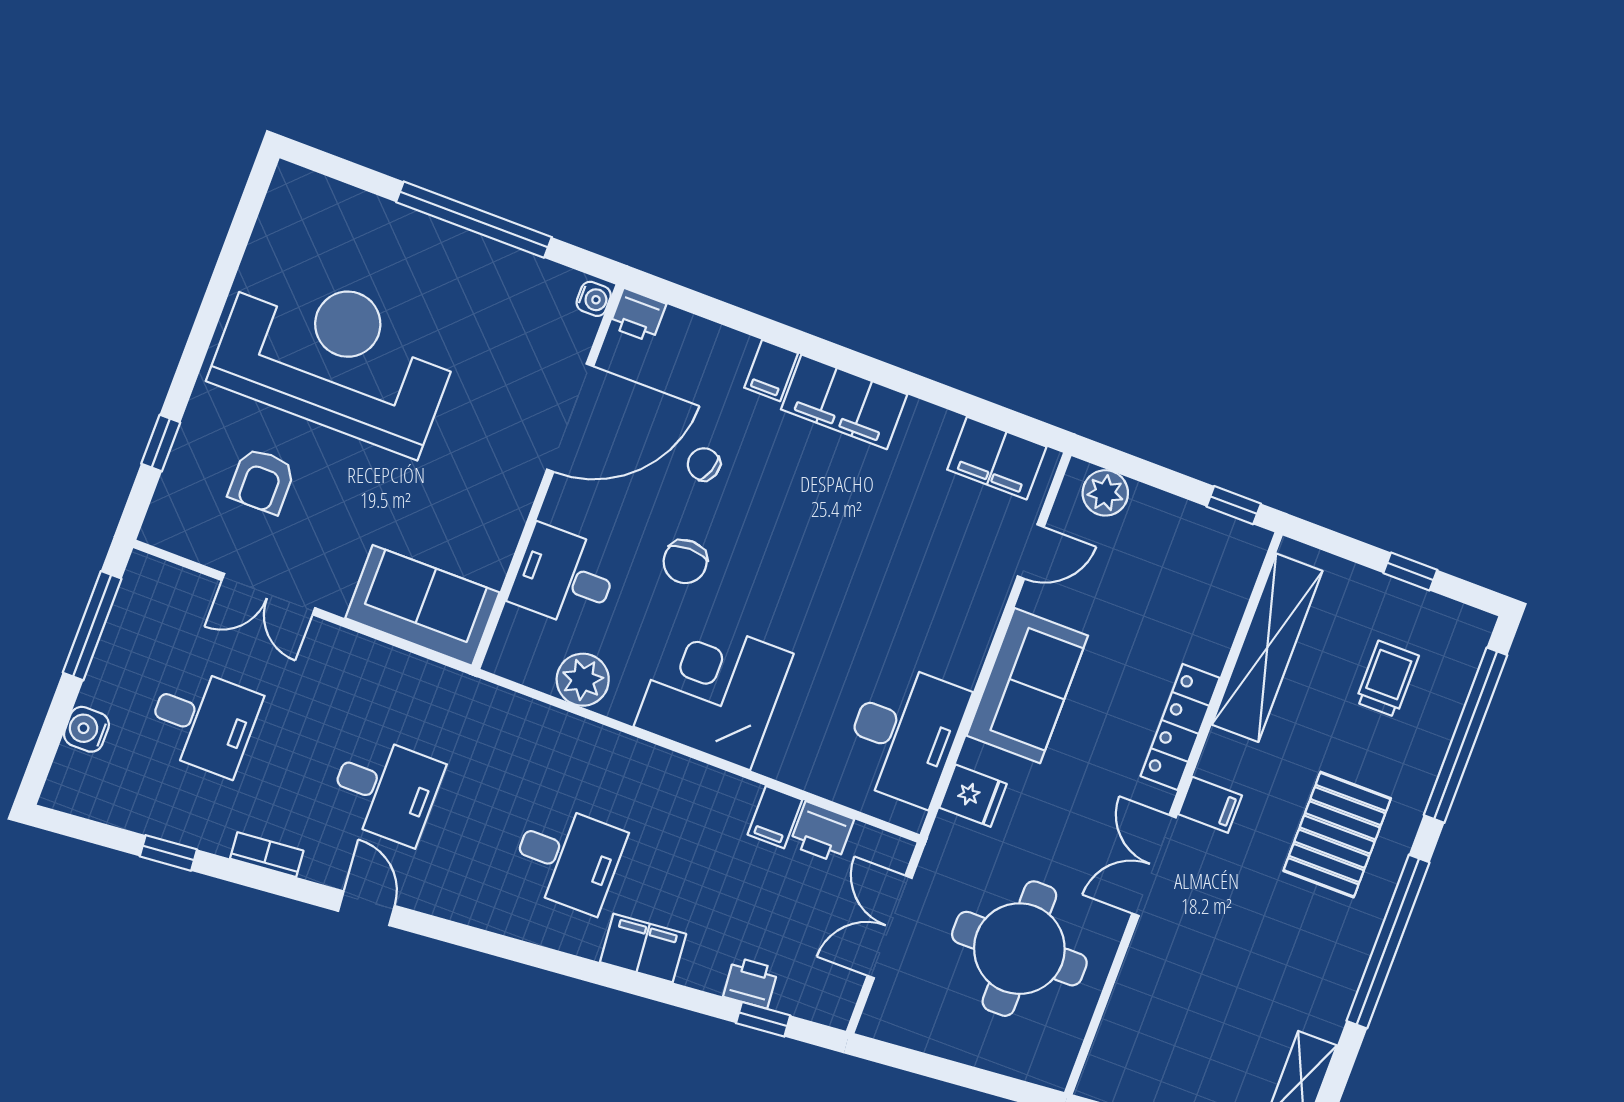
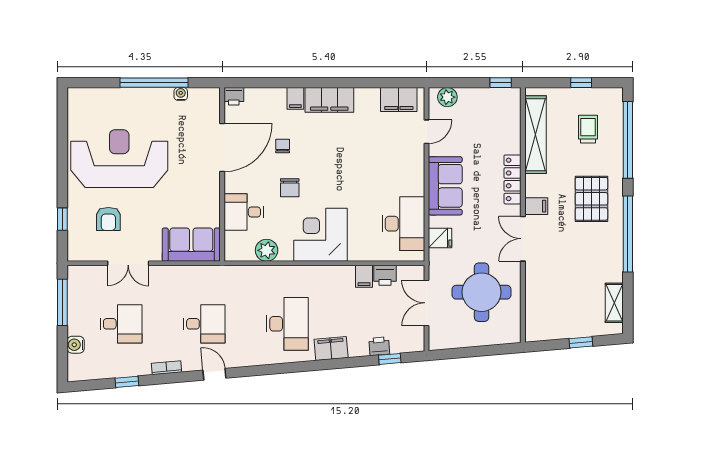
water cooler: (594, 299) -> (181, 94), moved, turned -90
chair: (704, 464) -> (283, 146), turned 71
desk: (568, 858) -> (287, 324), width x1.37

